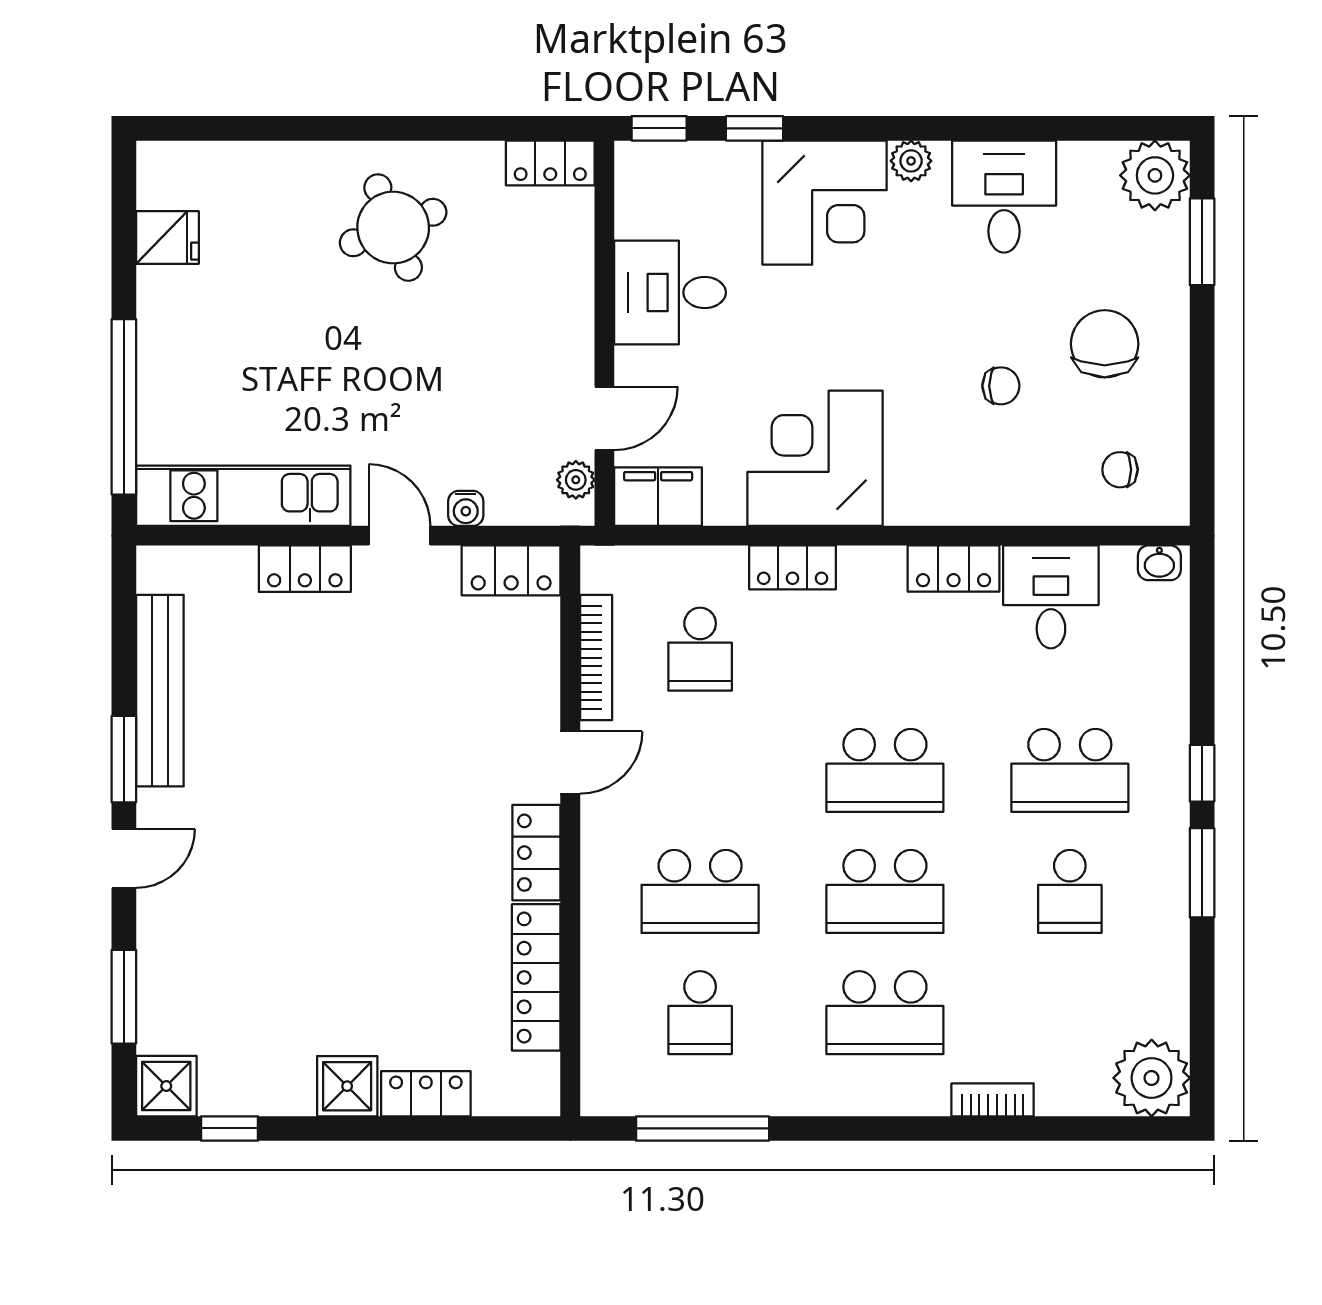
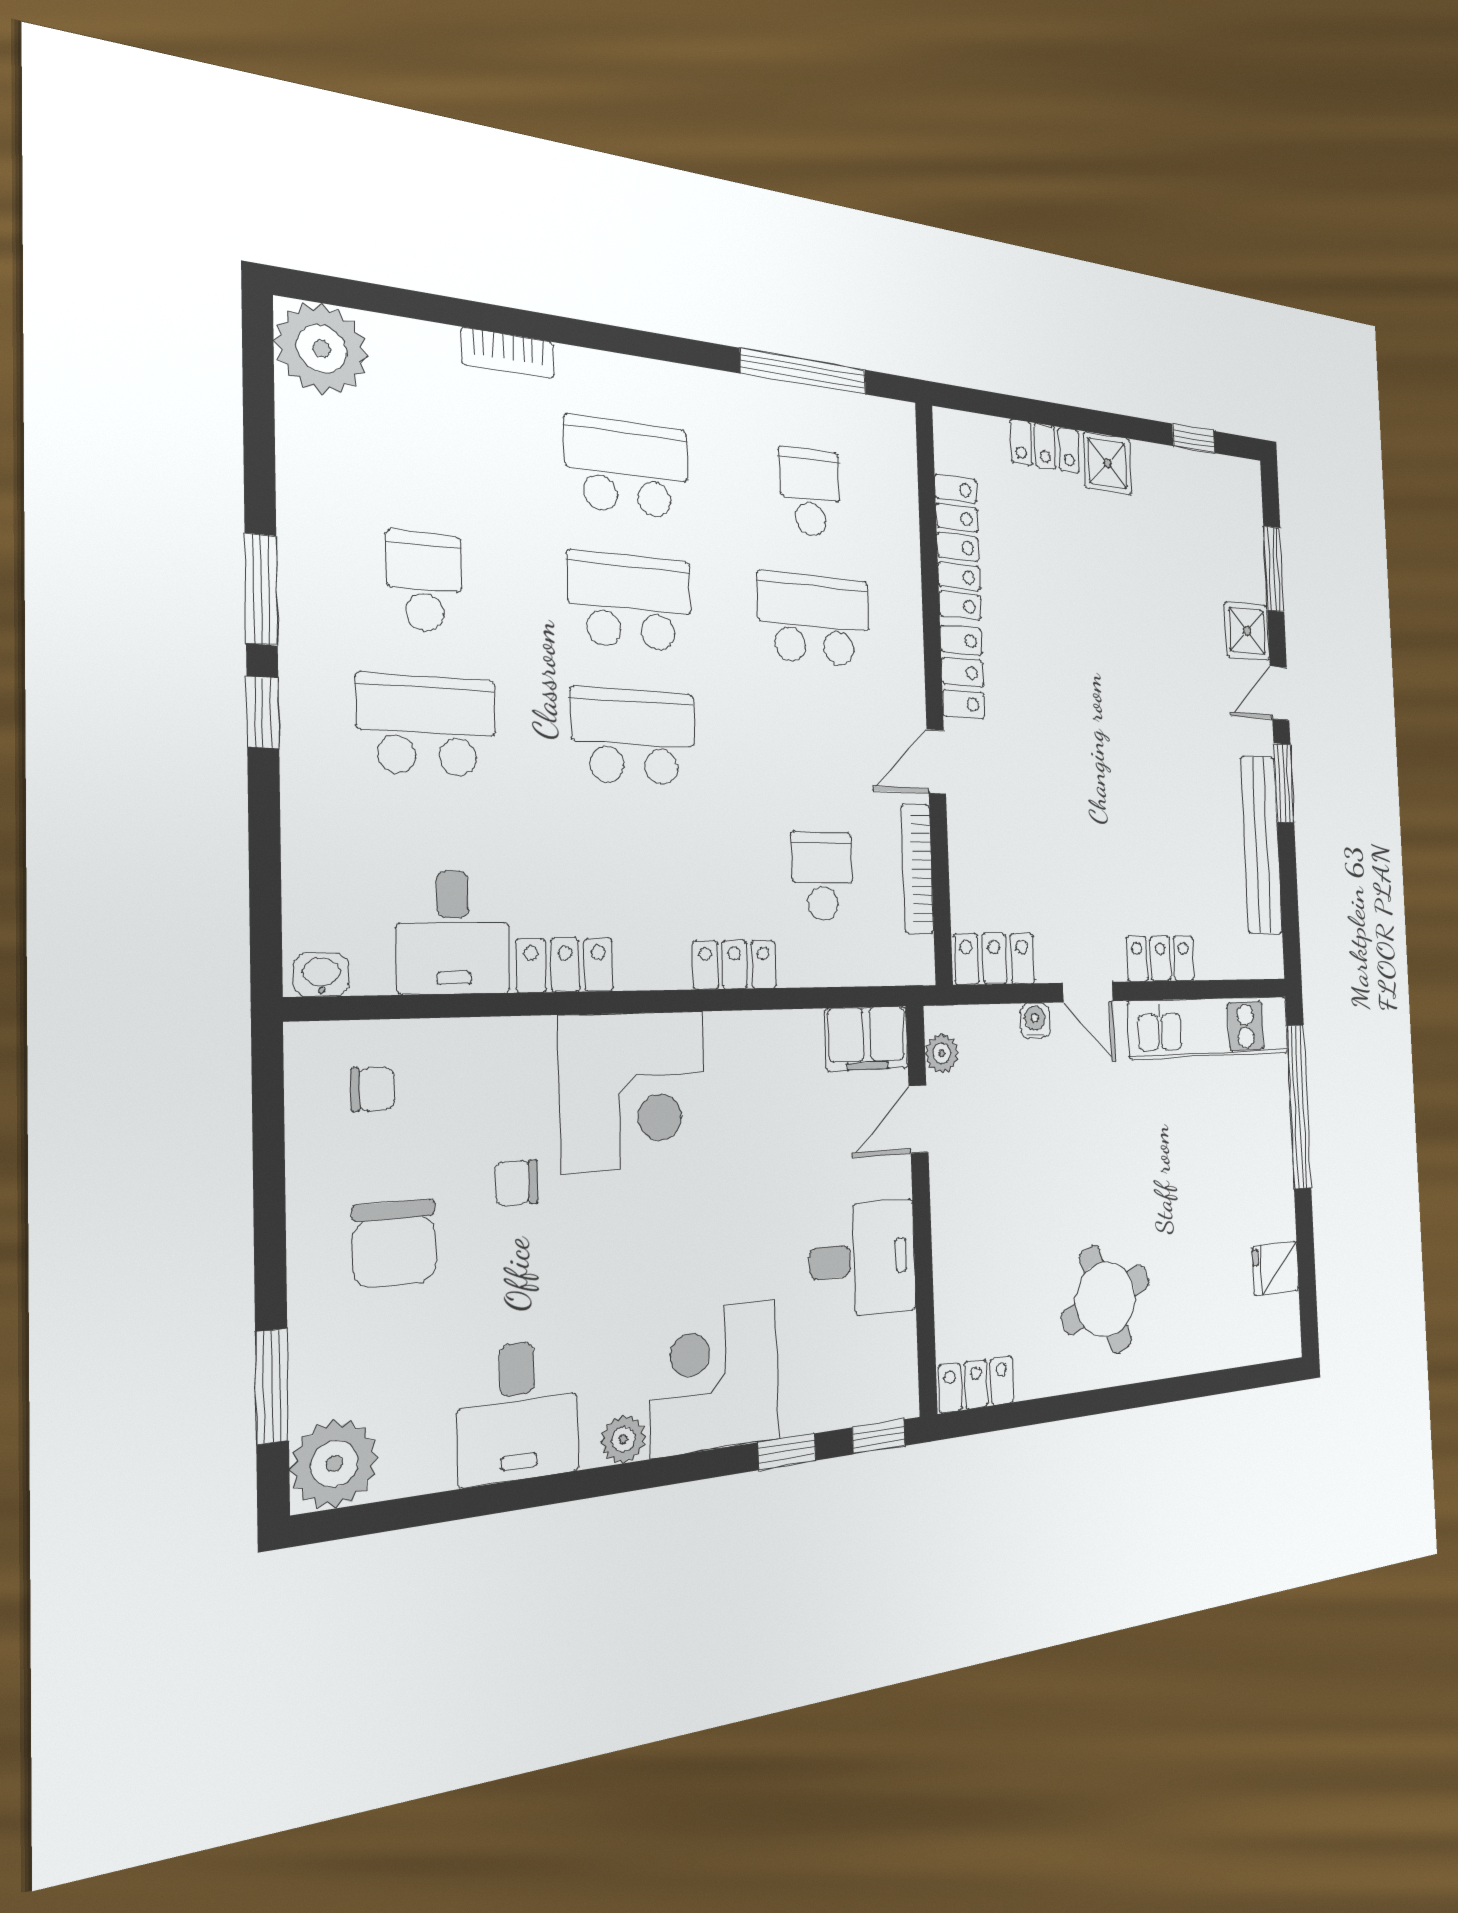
corner desk: (815, 458) -> (633, 1091), moved
shower: (166, 1086) -> (1247, 631), moved

